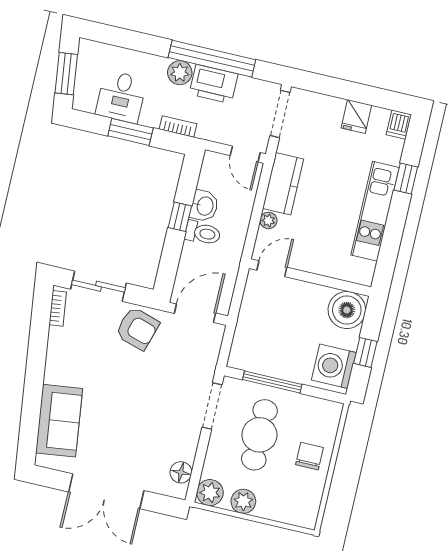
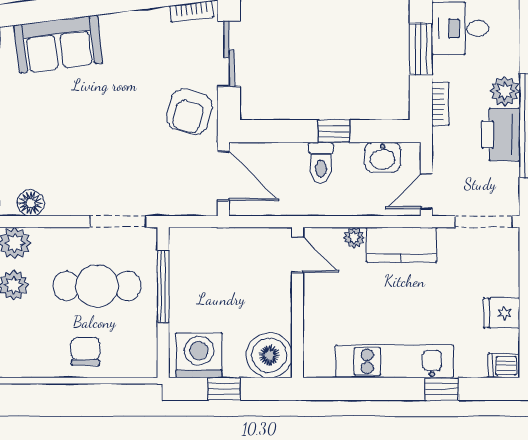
washbasin: (204, 206) -> (382, 157), moved
chair: (309, 456) -> (85, 351), turned -90

